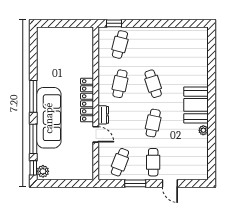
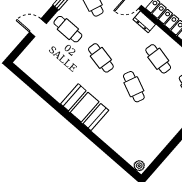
cafe table: (153, 84) -> (134, 87), turned 42
plant: (203, 130) -> (139, 166), moved

